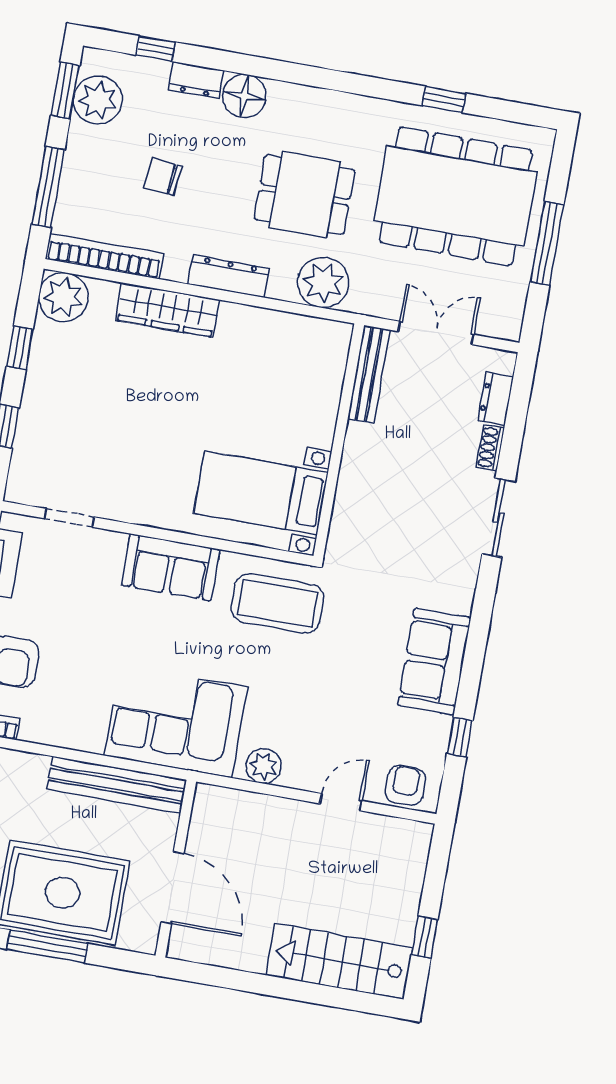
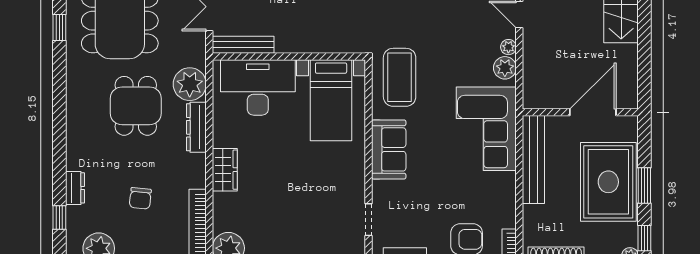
floor lamp: (244, 96) -> (80, 156), removed
dresser: (229, 276) -> (196, 127), moved
wardrobe: (167, 310) -> (225, 170), width x0.67
desk: (300, 385) -> (258, 87), added
plant: (294, 777) -> (508, 47), added
window: (47, 946) -> (644, 186), width x0.69

